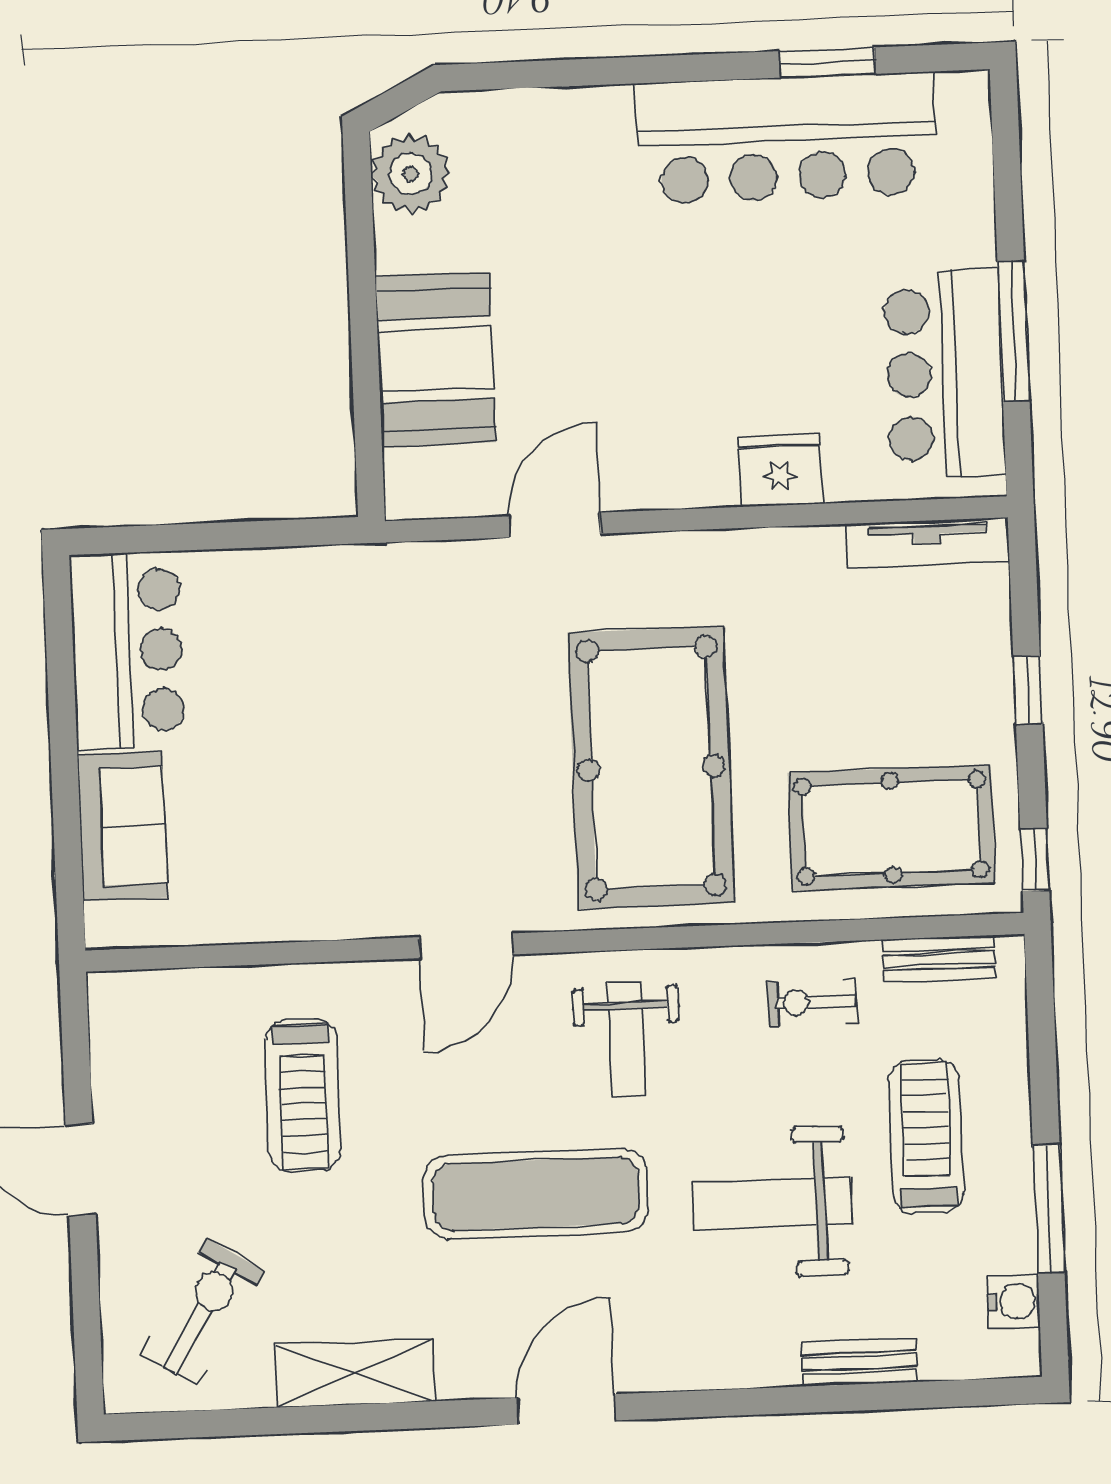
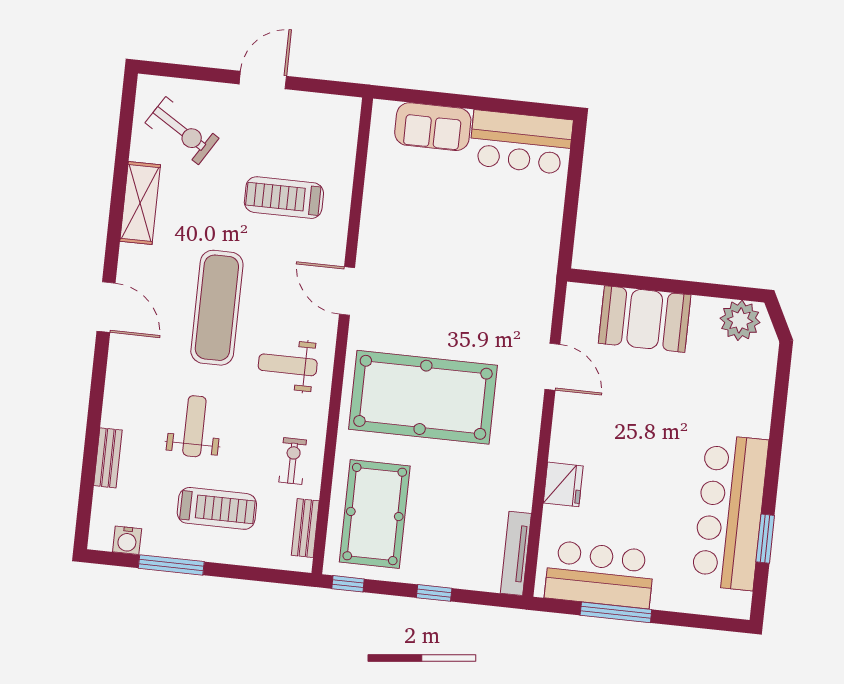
weight bench: (773, 1203) -> (194, 426), width x0.73, depth x0.75

